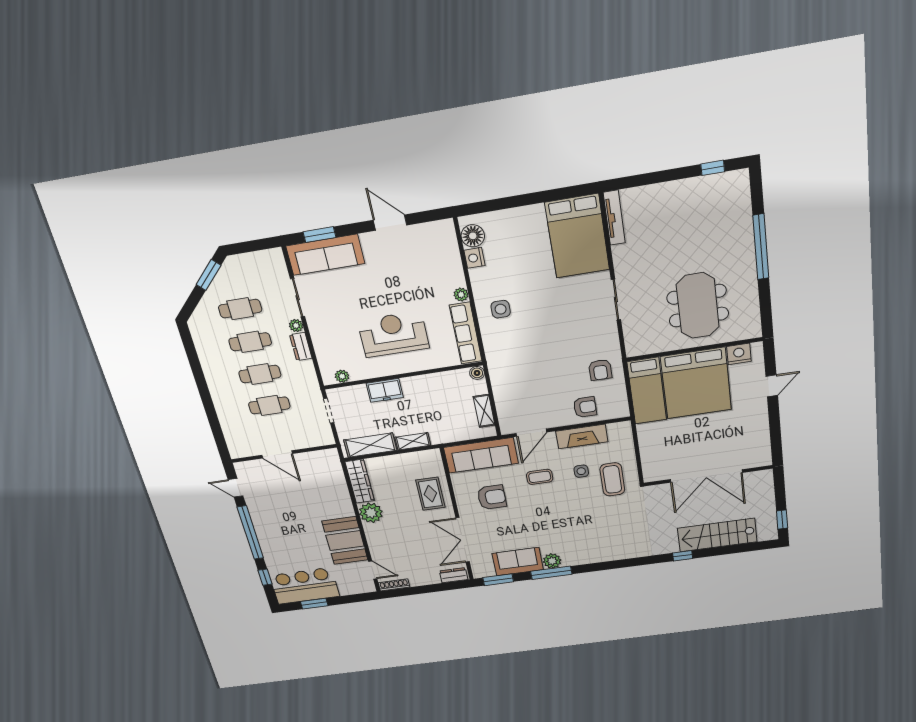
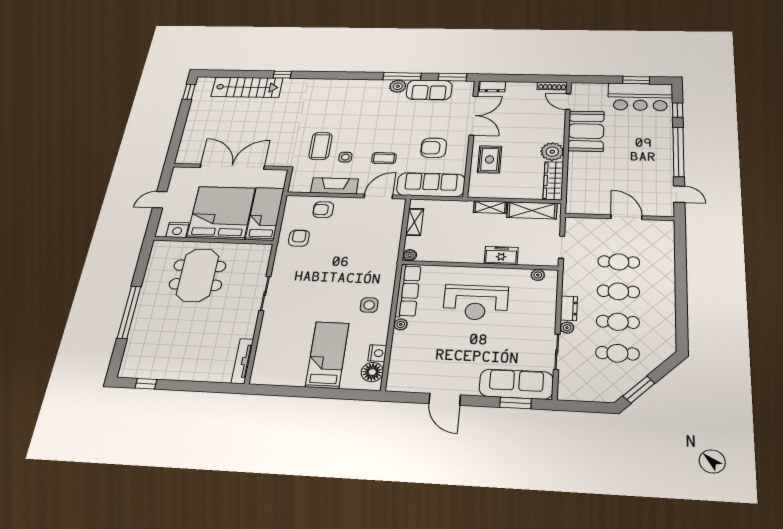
bed: (577, 236) -> (327, 355), moved, width x0.67
double door: (706, 476) -> (232, 167), moved
wall: (708, 476) -> (231, 167), moved

